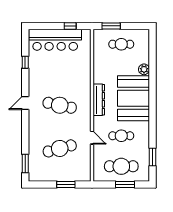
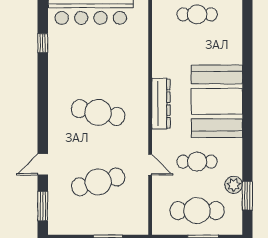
plant: (144, 69) -> (234, 185), moved
door: (25, 103) -> (43, 164), moved

